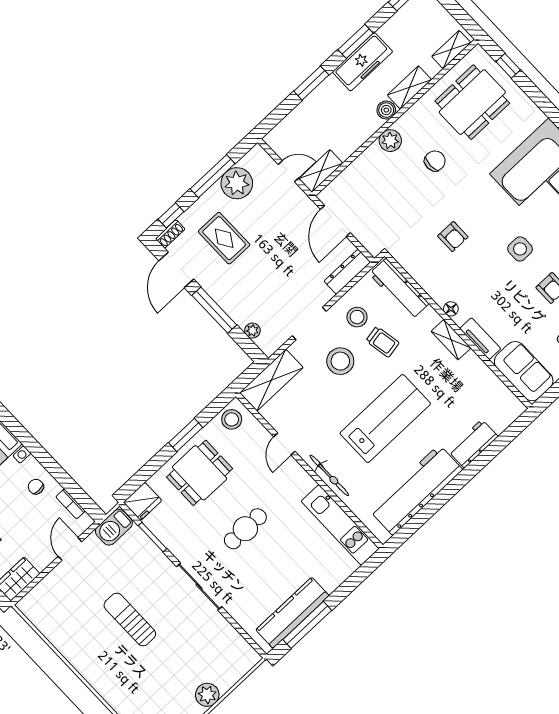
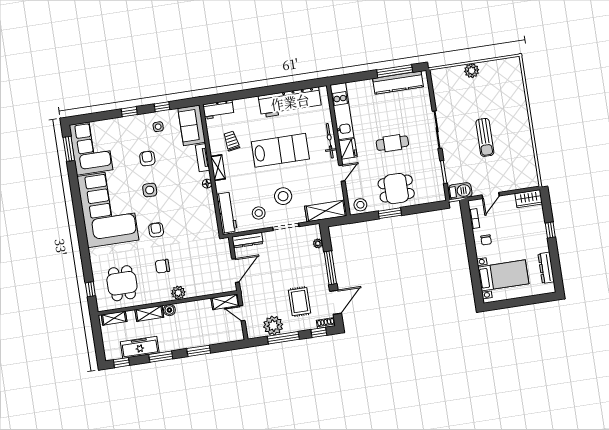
freezer: (363, 62) -> (140, 347), moved
dining table: (472, 102) -> (122, 283), width x0.73
armchair: (453, 237) -> (156, 230), moved
trolley: (382, 342) -> (231, 141), moved
lab bench: (385, 419) -> (280, 150), turned 180
workbench: (473, 444) -> (218, 110), moved
fridge: (143, 501) -> (348, 149), moved, turned 90

